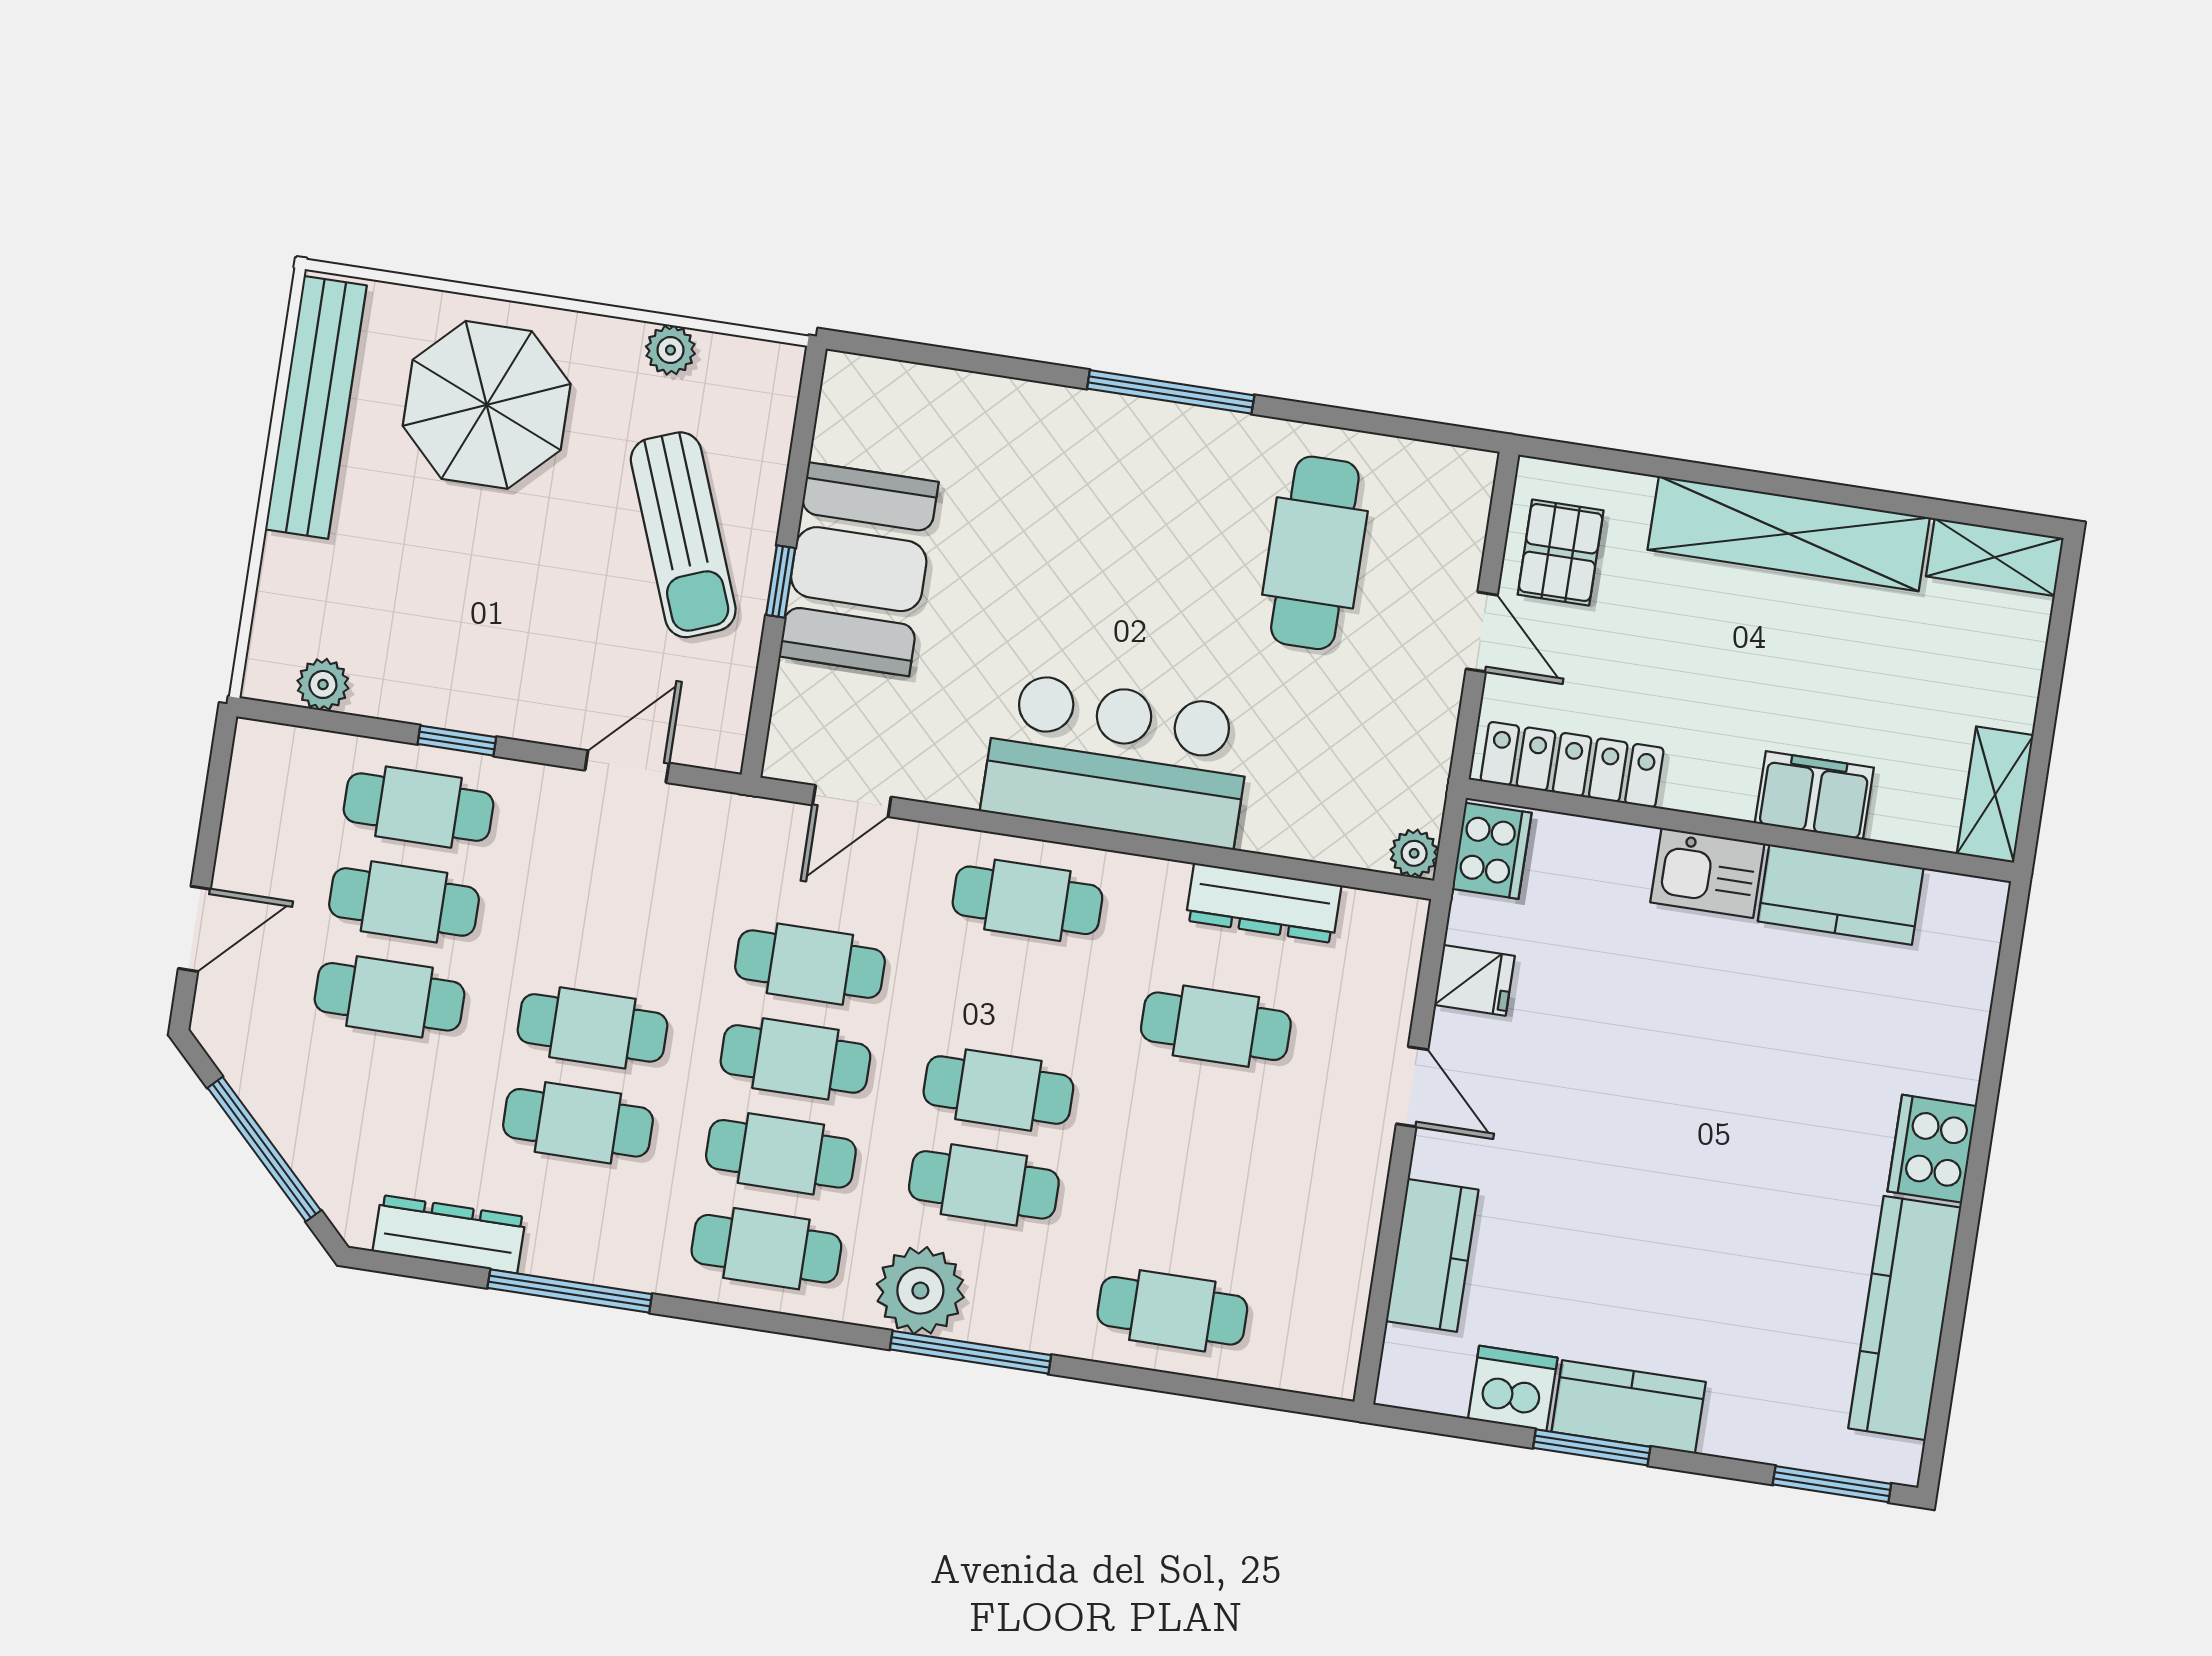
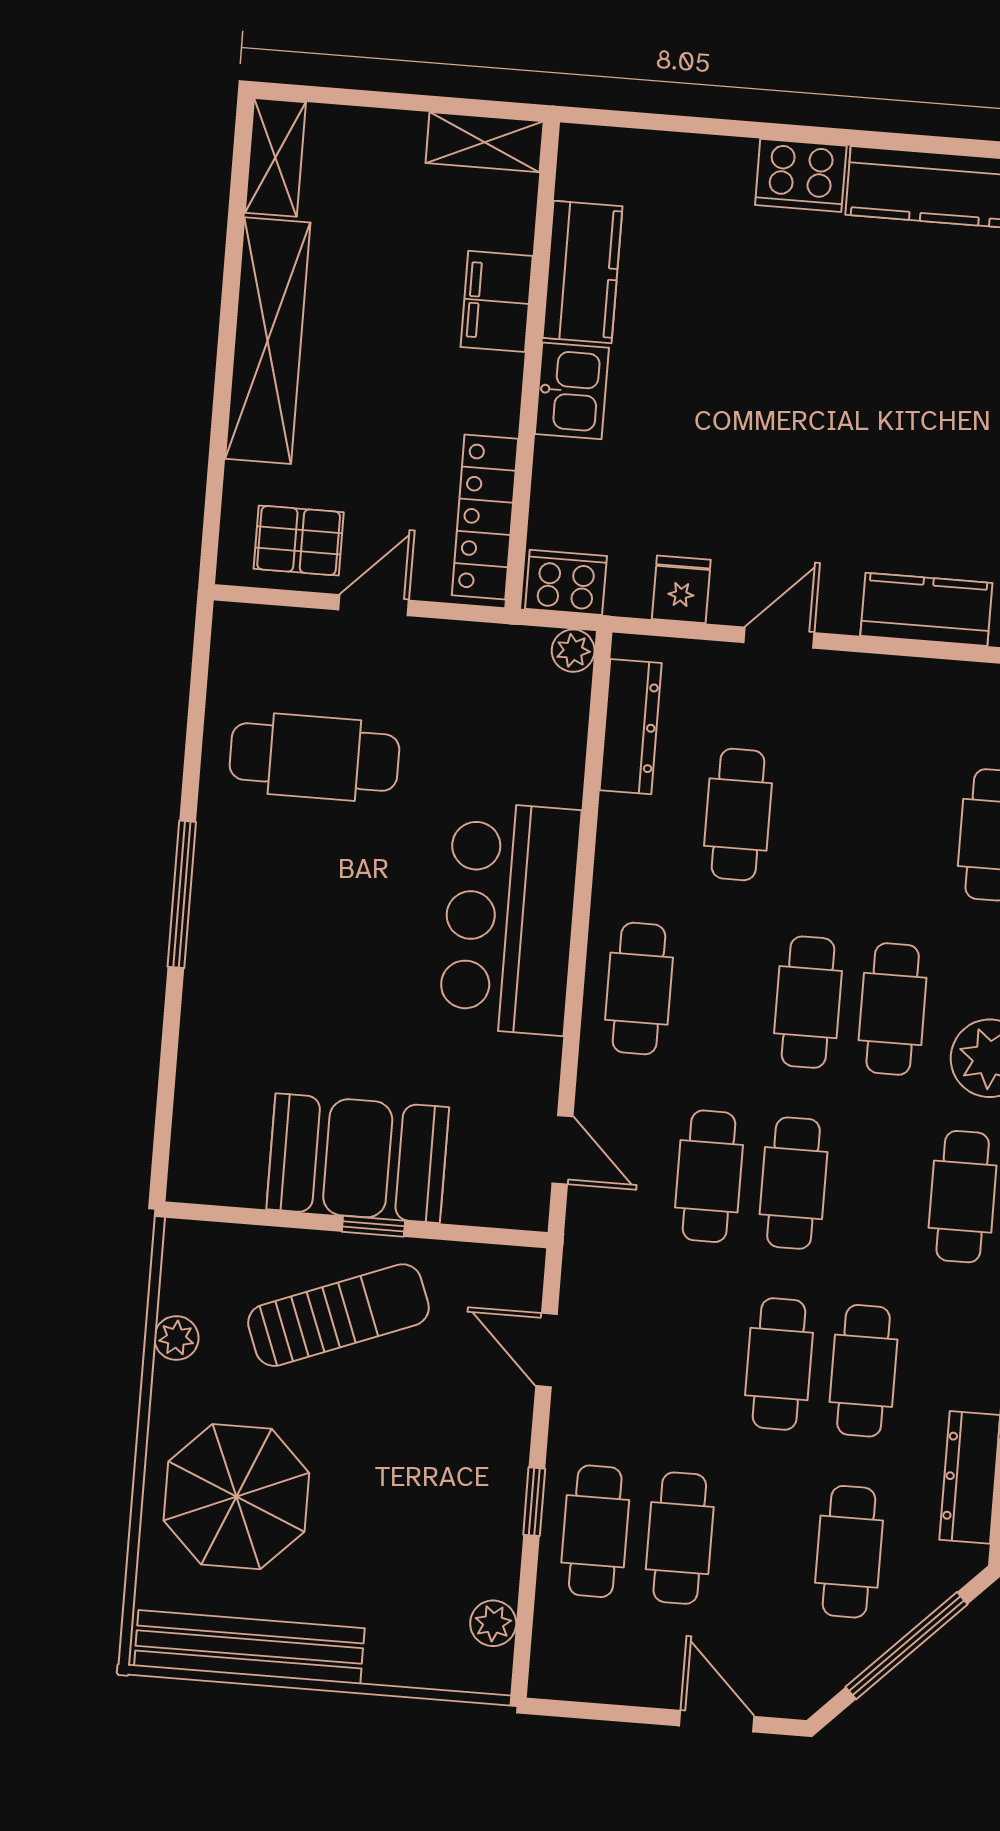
dresser: (1263, 903) -> (631, 727), moved
cafe table: (389, 997) -> (849, 1552), moved
cafe table: (781, 1154) -> (878, 1190), removed

